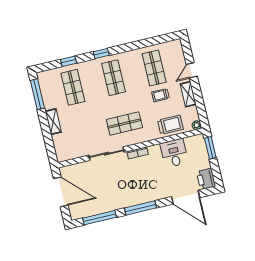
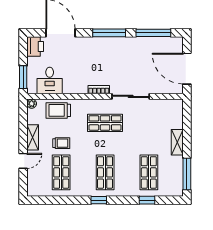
window: (101, 53) -> (99, 200), moved
desk: (174, 153) -> (50, 81), moved

